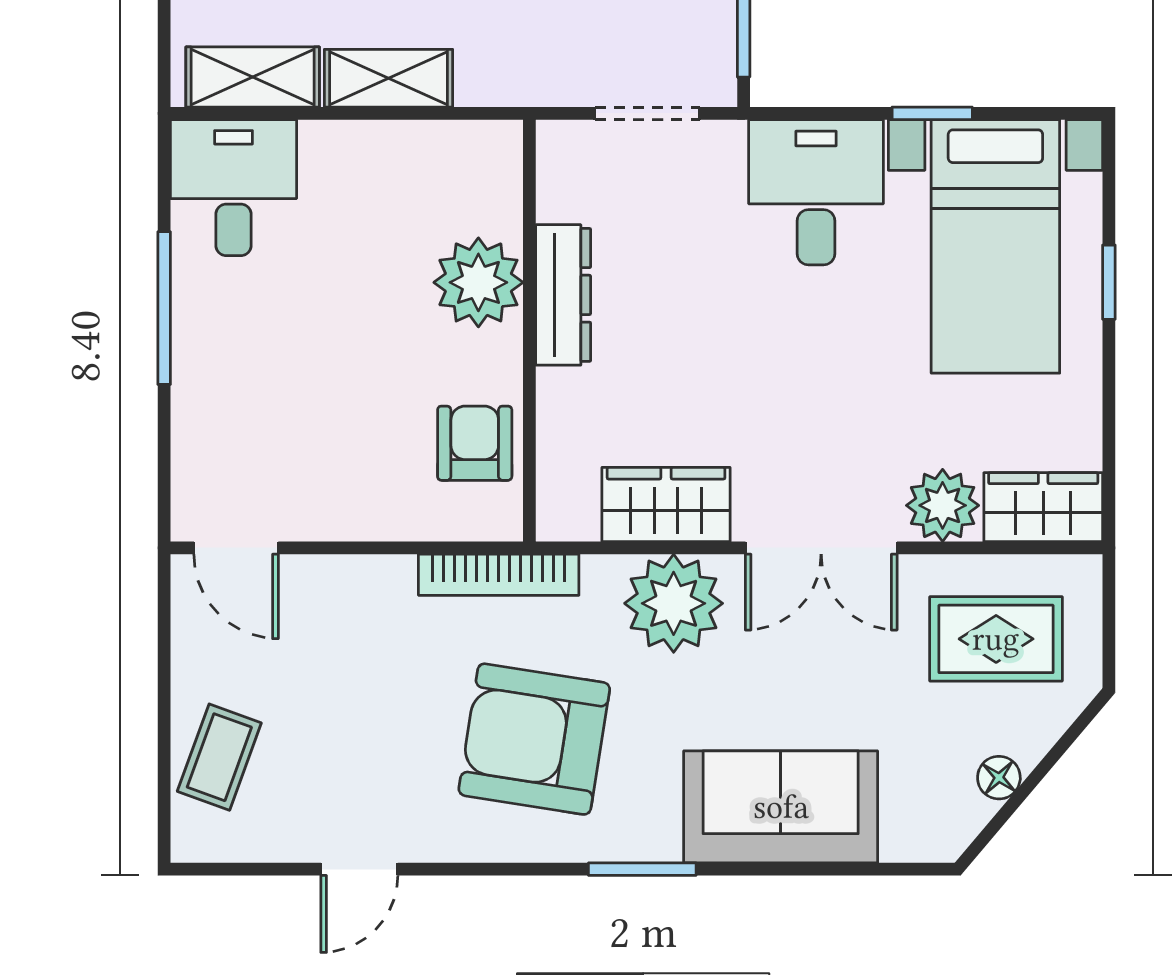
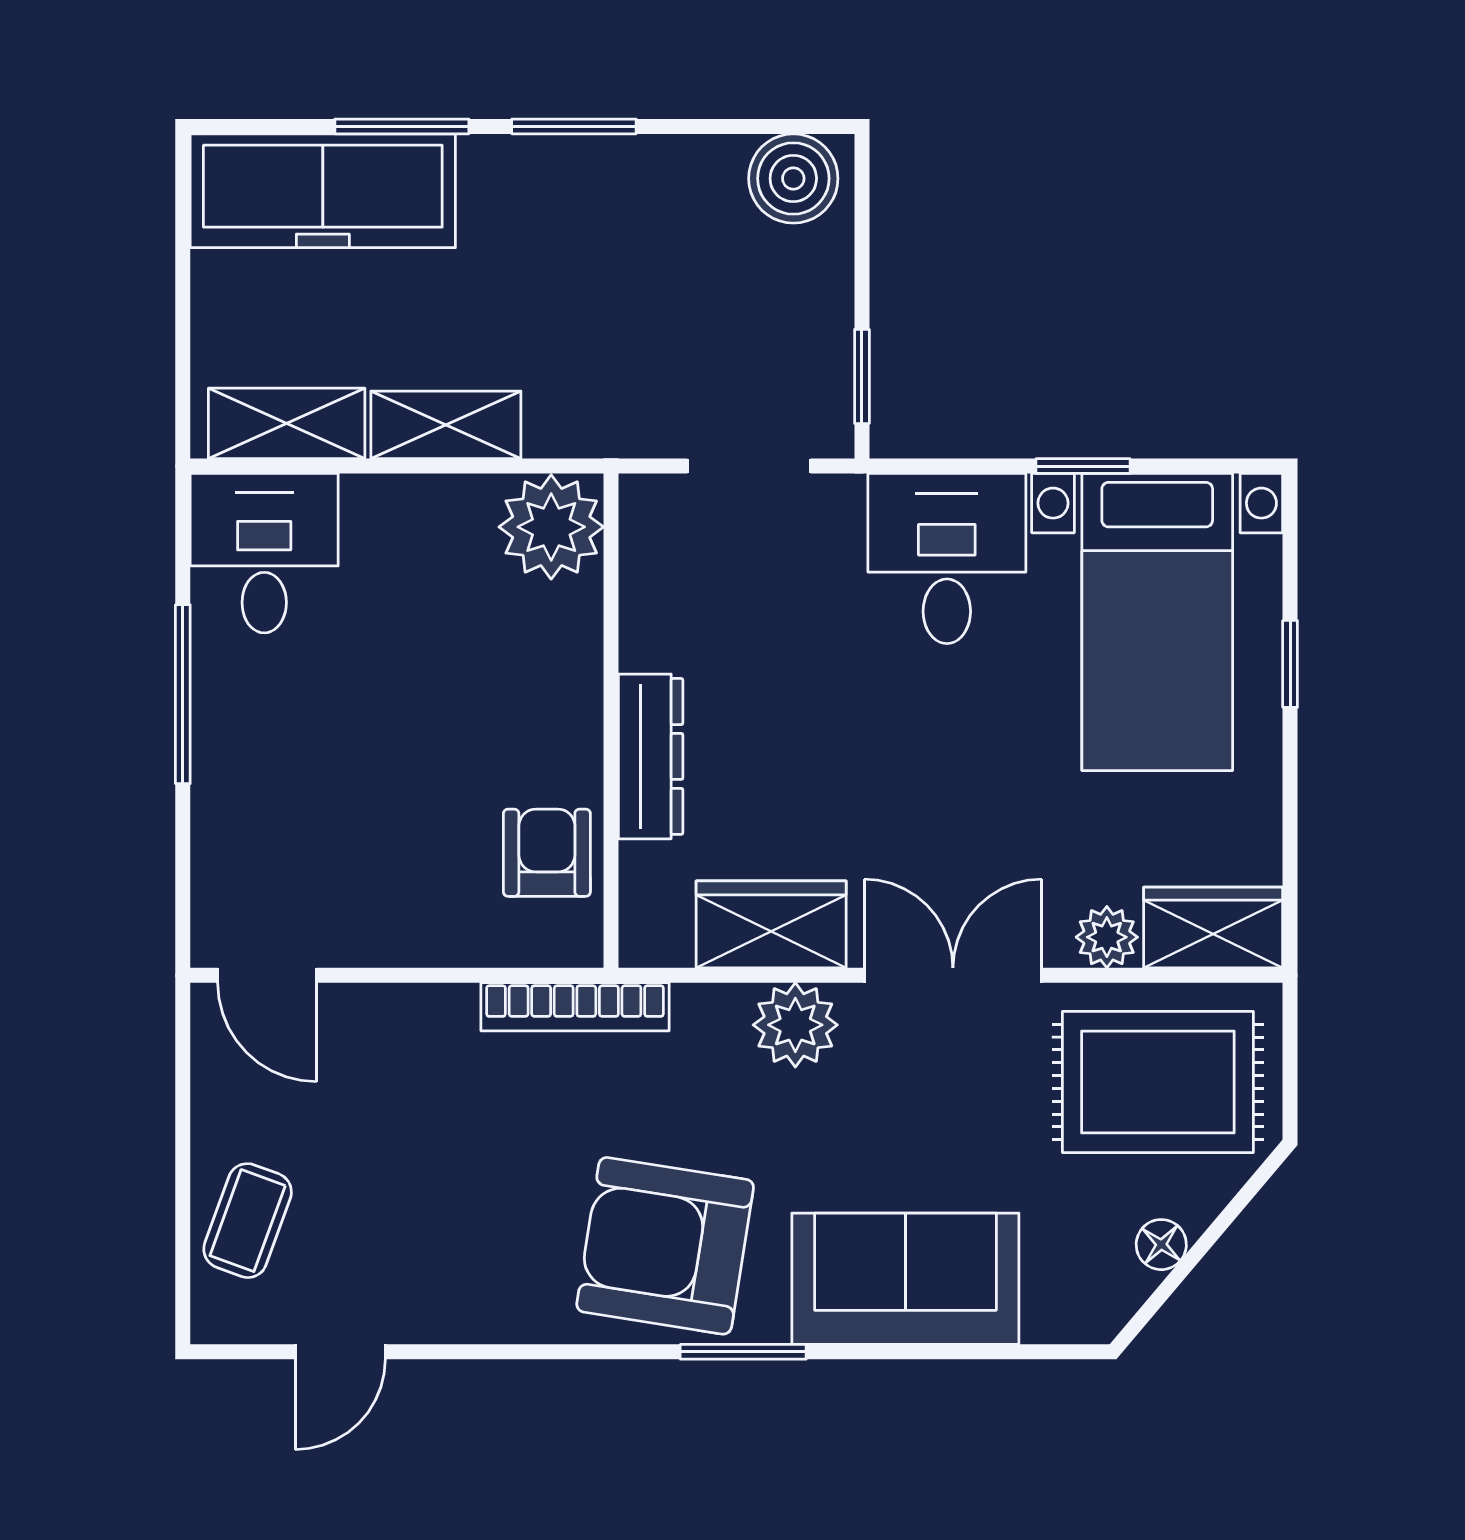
plant: (478, 282) -> (551, 527), moved
dresser: (563, 295) -> (651, 756), moved
plant: (943, 505) -> (1107, 937), width x0.73, depth x0.73
double door: (821, 548) -> (953, 975), swing flipped
plant: (674, 603) -> (795, 1025), width x0.73, depth x0.73
rug: (996, 639) -> (1158, 1082), width x1.36, depth x1.43
armchair: (534, 739) -> (665, 1246), moved
door: (359, 869) -> (340, 1352), moved

